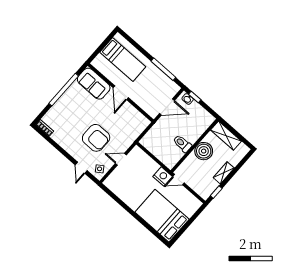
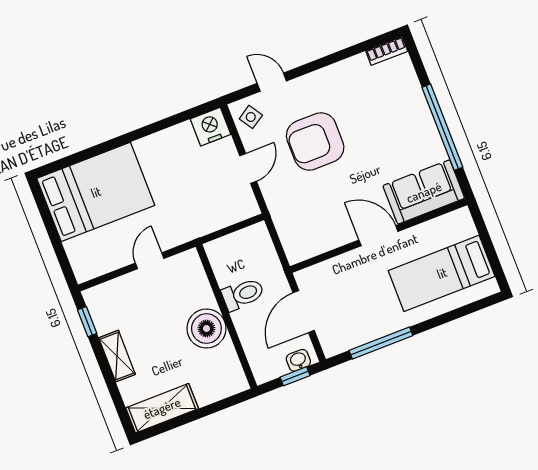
shelving: (226, 136) -> (162, 408), moved
toilet: (182, 144) -> (243, 294), moved
wall: (195, 146) -> (226, 316), moved
boiler: (204, 151) -> (206, 328), moved
nightstand: (163, 176) -> (211, 127), moved, turned 180

